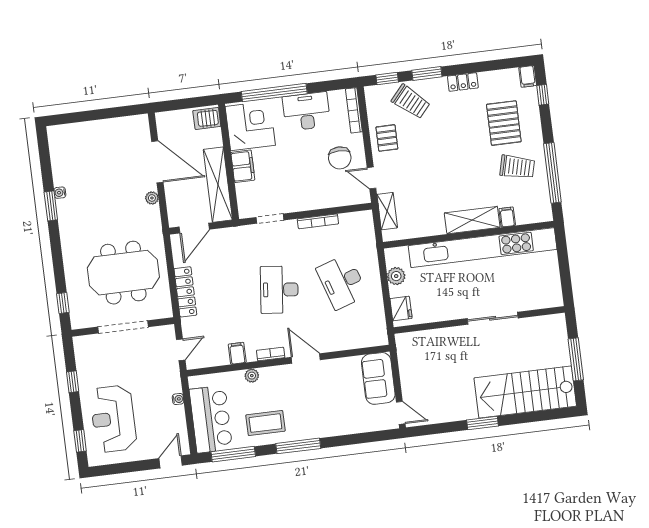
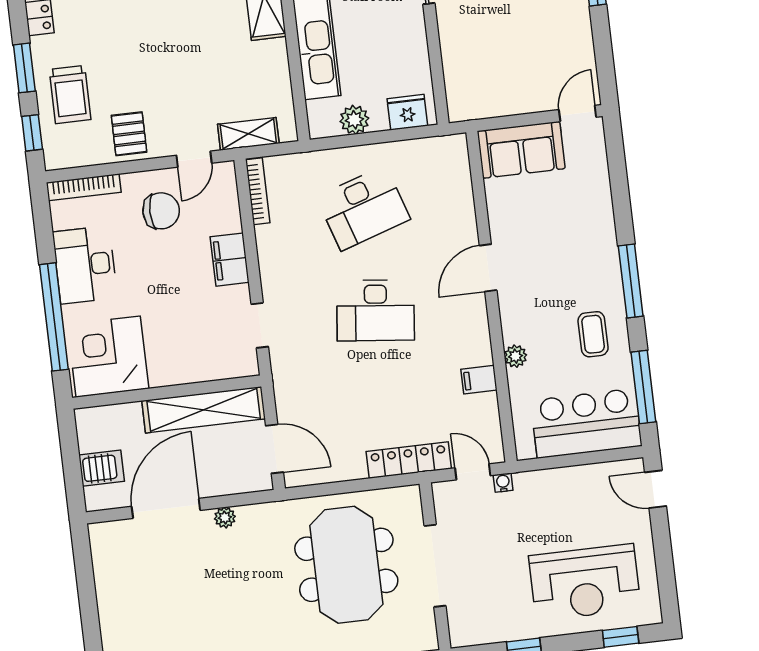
trolley: (411, 102) -> (70, 94), turned 139
server rack: (207, 118) -> (101, 468), moved, turned -90
pallet: (387, 138) -> (129, 134), turned 90
filing cabinet: (243, 166) -> (230, 260), moved, turned -90
bookcase: (318, 221) -> (258, 191), moved
locker: (185, 292) -> (409, 460), moved
bookcase: (271, 354) -> (480, 325), removed
water cooler: (178, 399) -> (503, 483), moved
coffee table: (265, 423) -> (593, 334), width x0.73, depth x0.77

